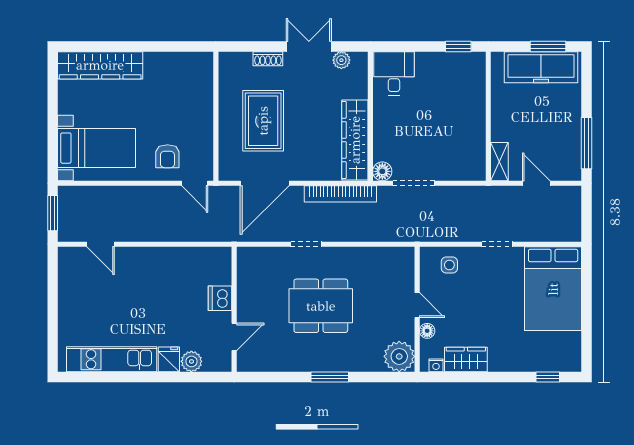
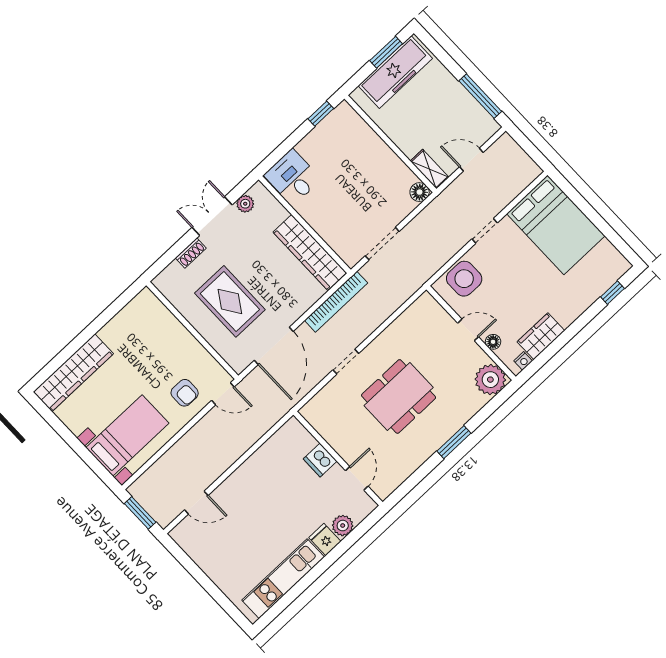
floor lamp: (382, 171) -> (420, 192), moved
side table: (449, 265) -> (464, 279), width x1.87, depth x1.87

